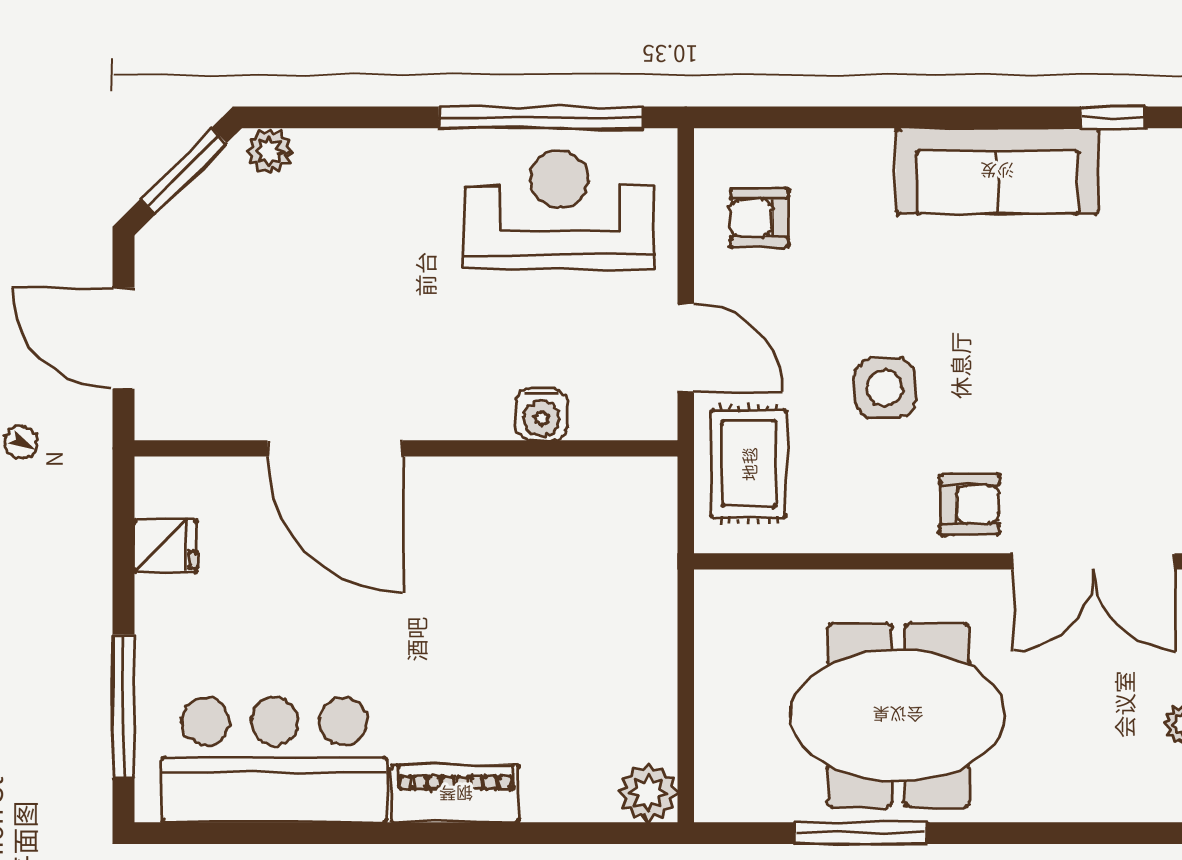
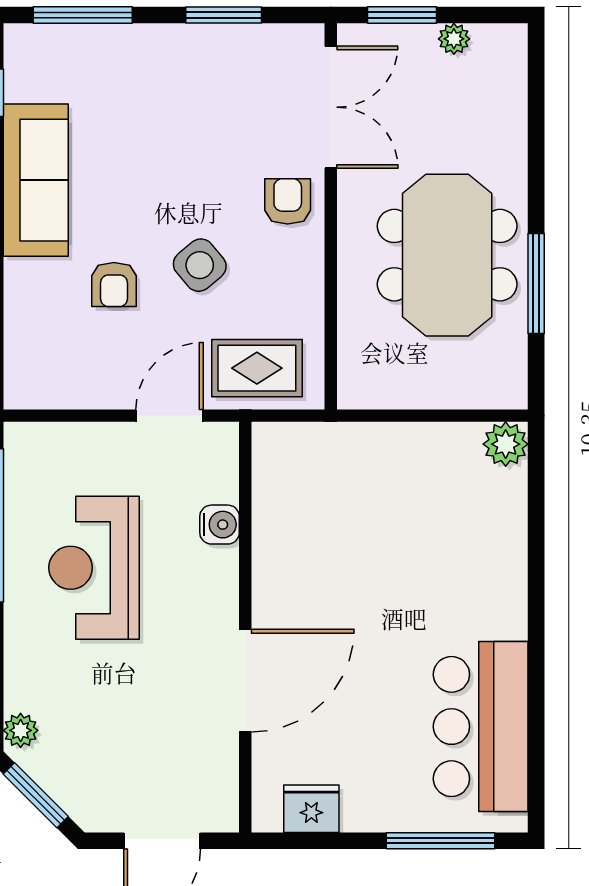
reception desk: (559, 210) -> (94, 568), moved
armchair: (759, 218) -> (114, 285), moved
side table: (885, 388) -> (200, 265), turned -36
fridge: (166, 546) -> (311, 809), width x1.38
piano: (456, 794) -> (506, 590), removed

